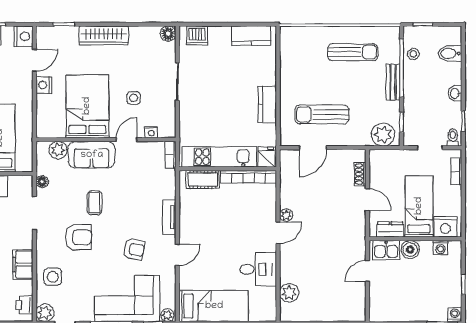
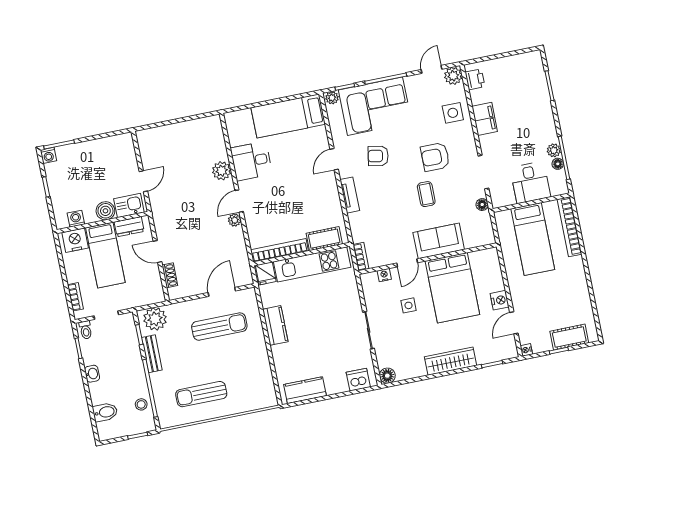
nightstand: (24, 36) -> (526, 350), width x0.53, depth x0.56
bench: (393, 82) -> (152, 354), moved
plant: (58, 150) -> (473, 239), removed
plant: (289, 293) -> (222, 171), moved

